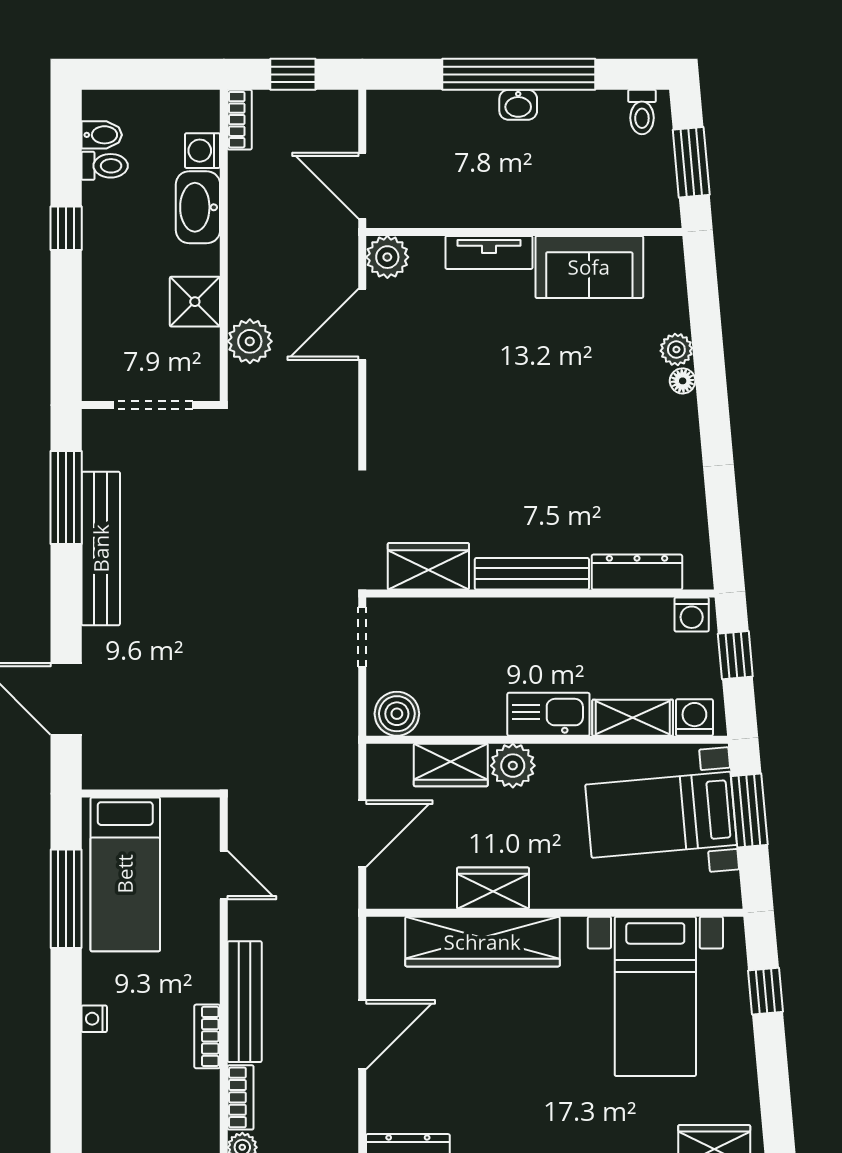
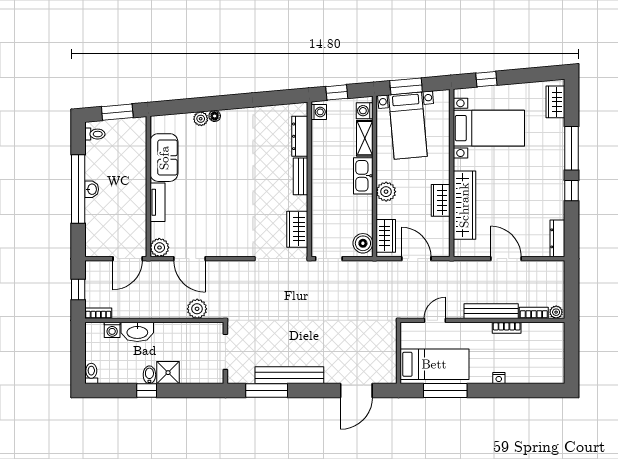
bidet: (102, 135) -> (149, 375), moved
toilet: (105, 166) -> (91, 373), moved
shower: (195, 302) -> (168, 373), moved
bench: (532, 574) -> (301, 176), width x0.73
wardrobe: (451, 765) -> (386, 236), moved

